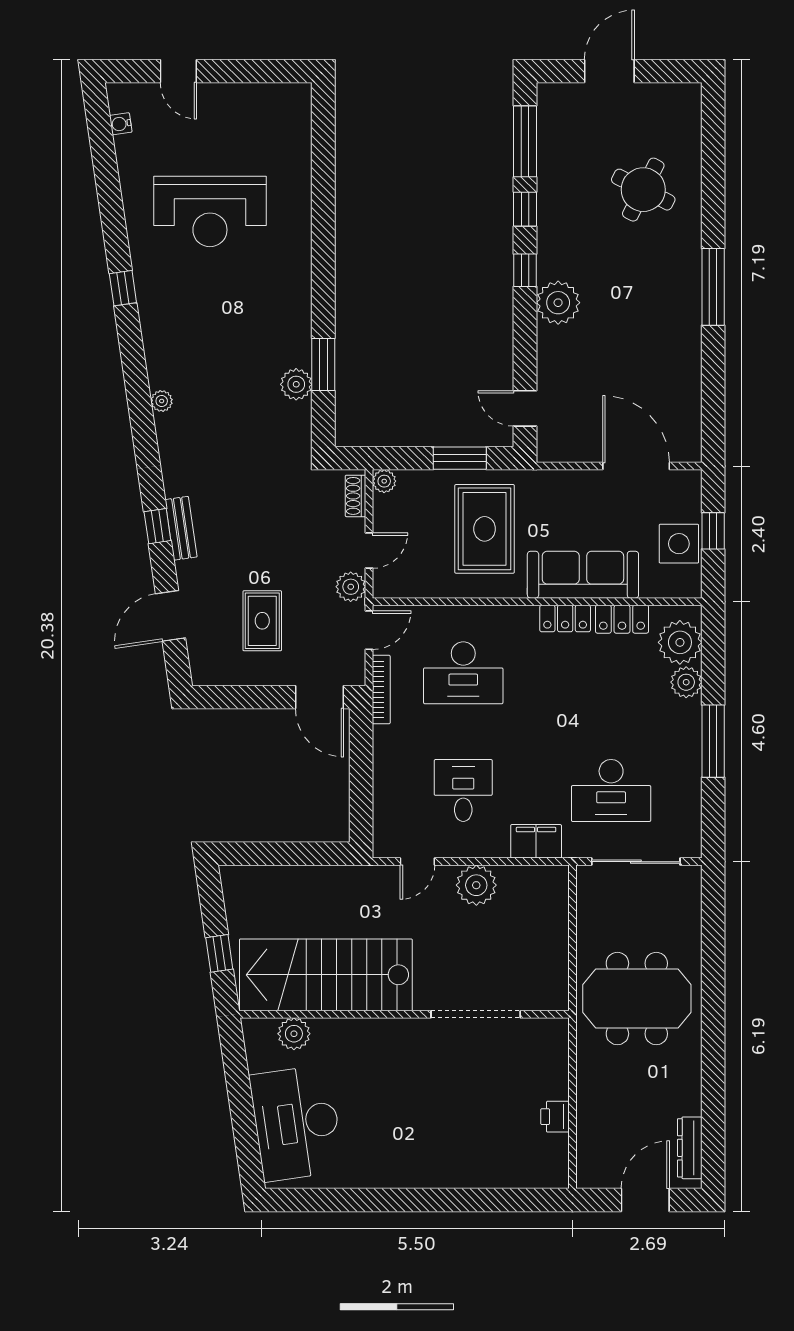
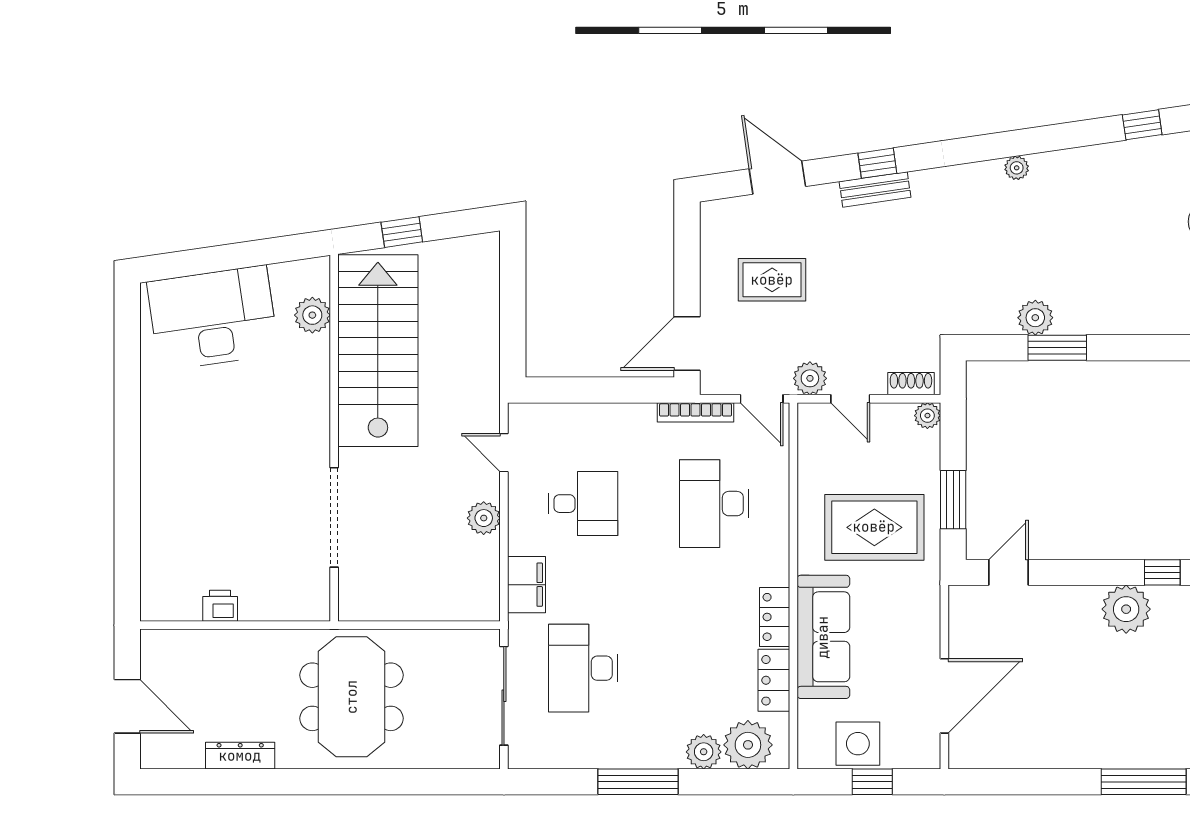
plant: (476, 885) -> (484, 518), width x0.73, depth x0.73
dresser: (690, 1148) -> (240, 756), moved

